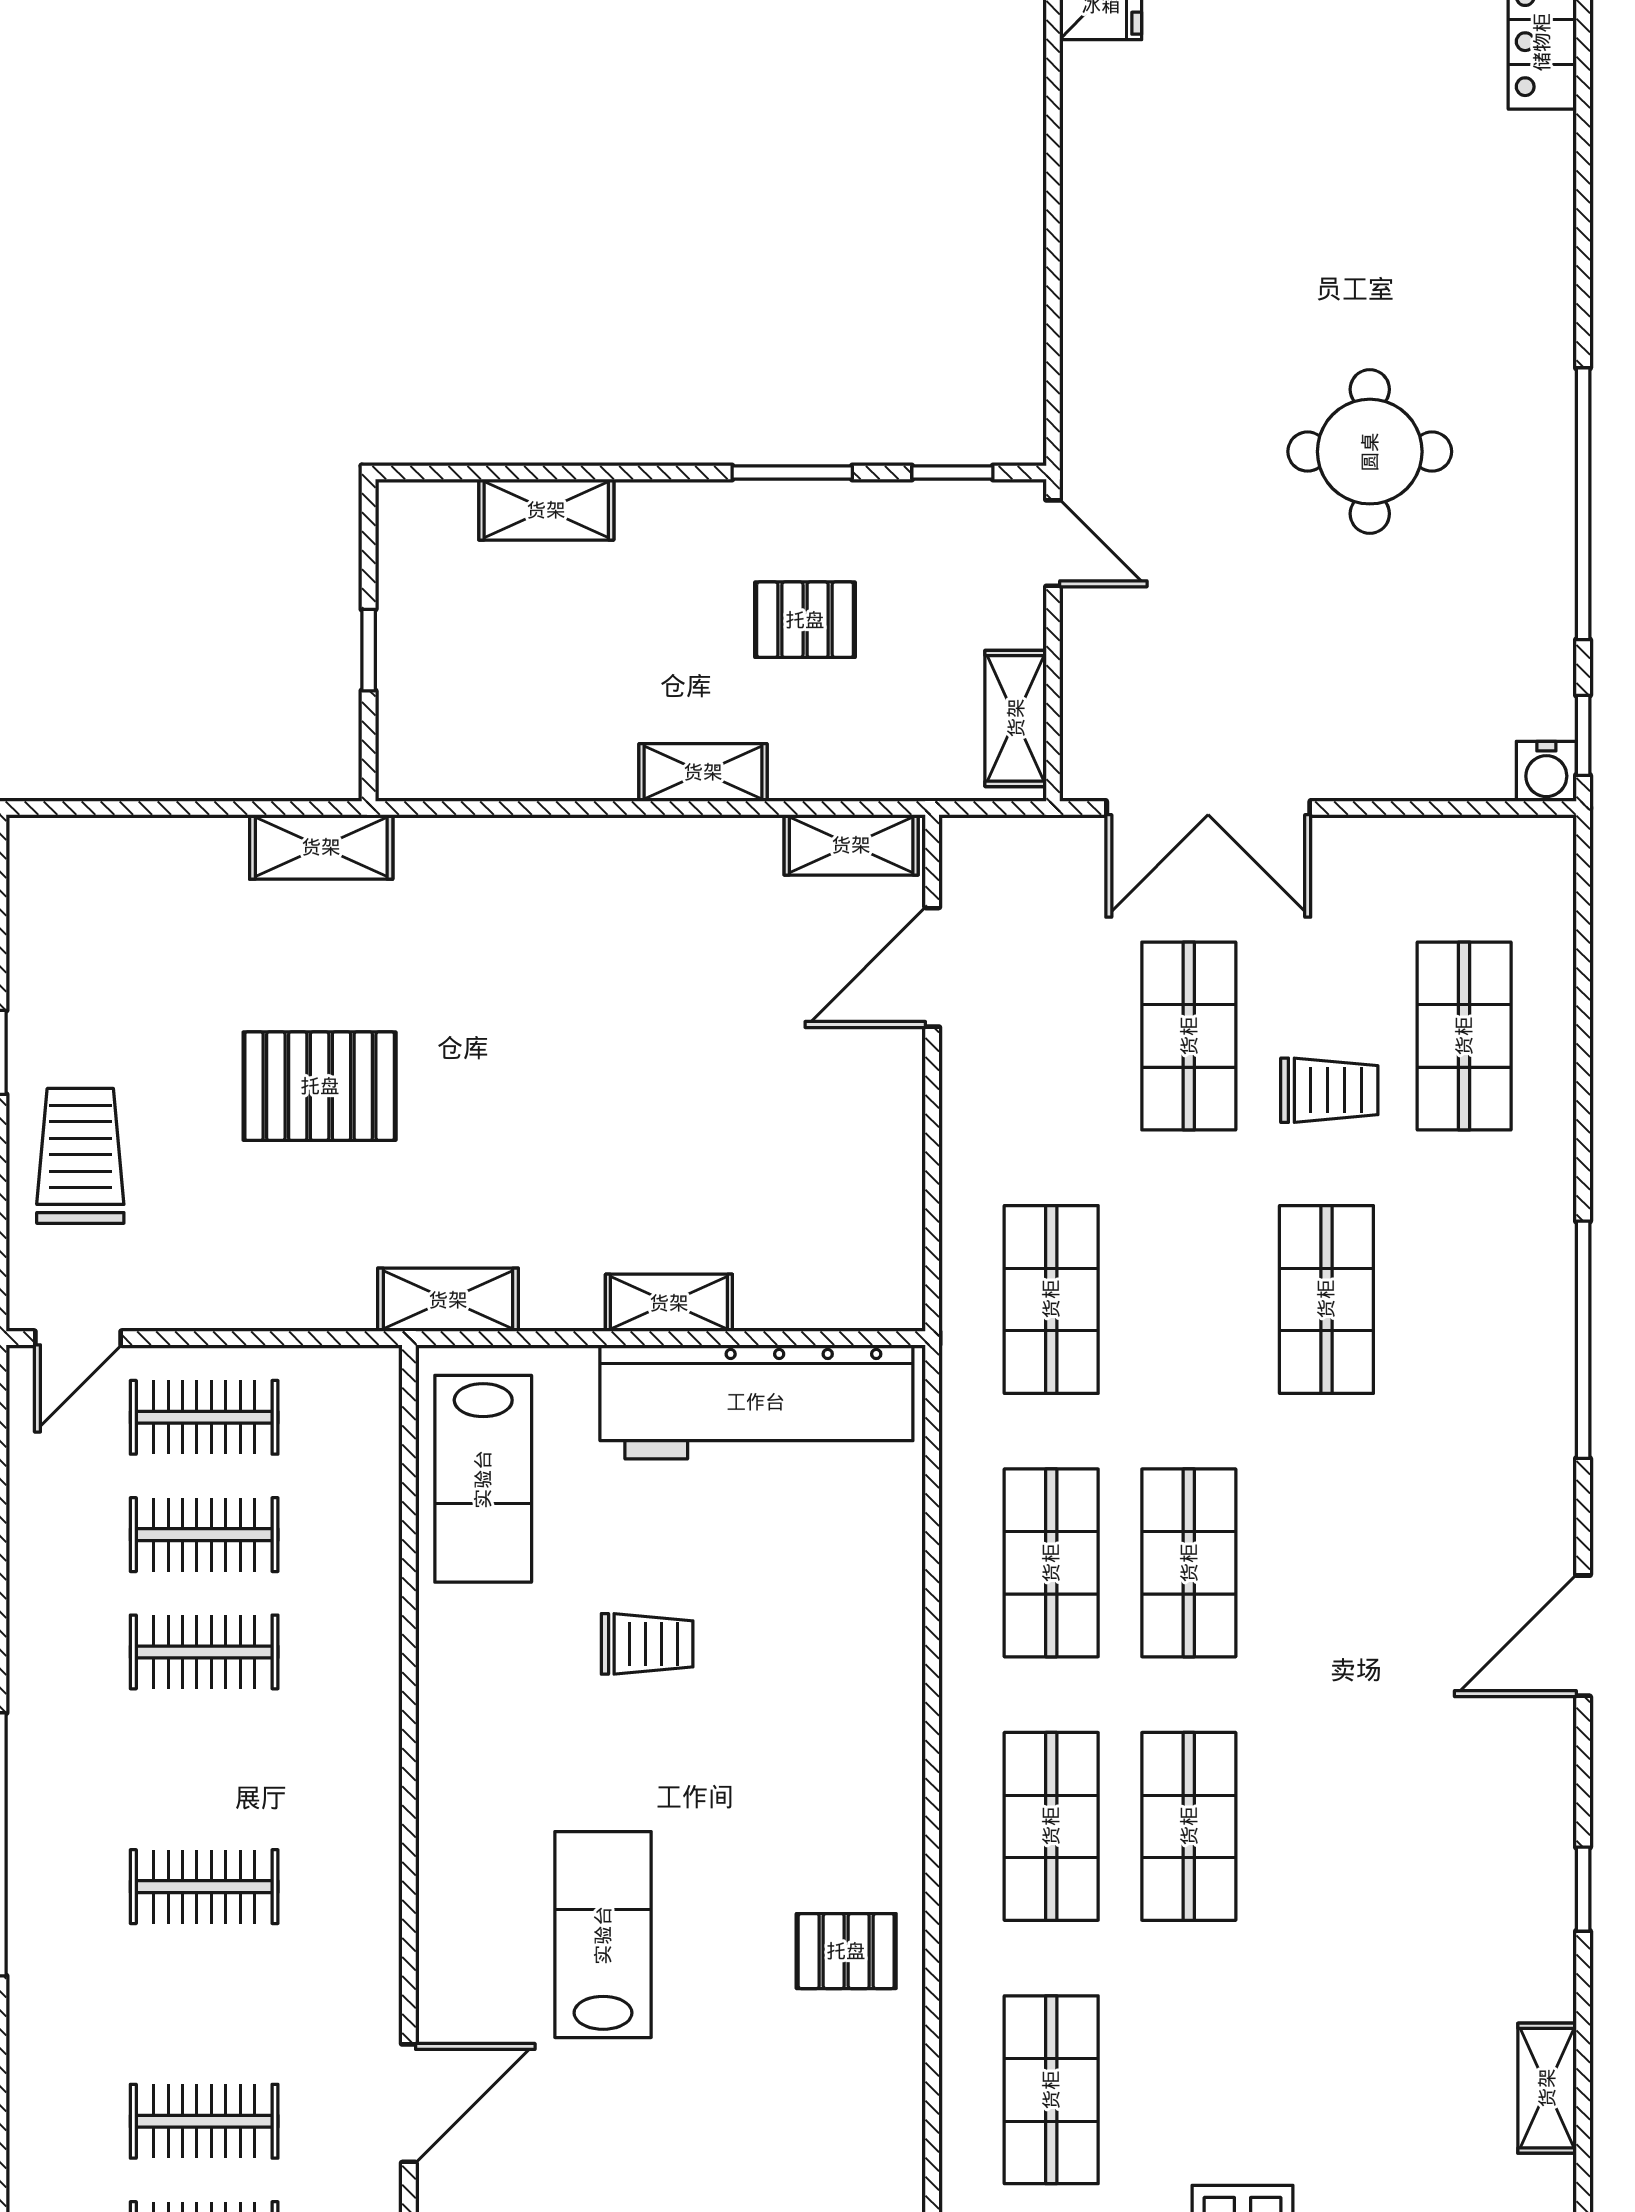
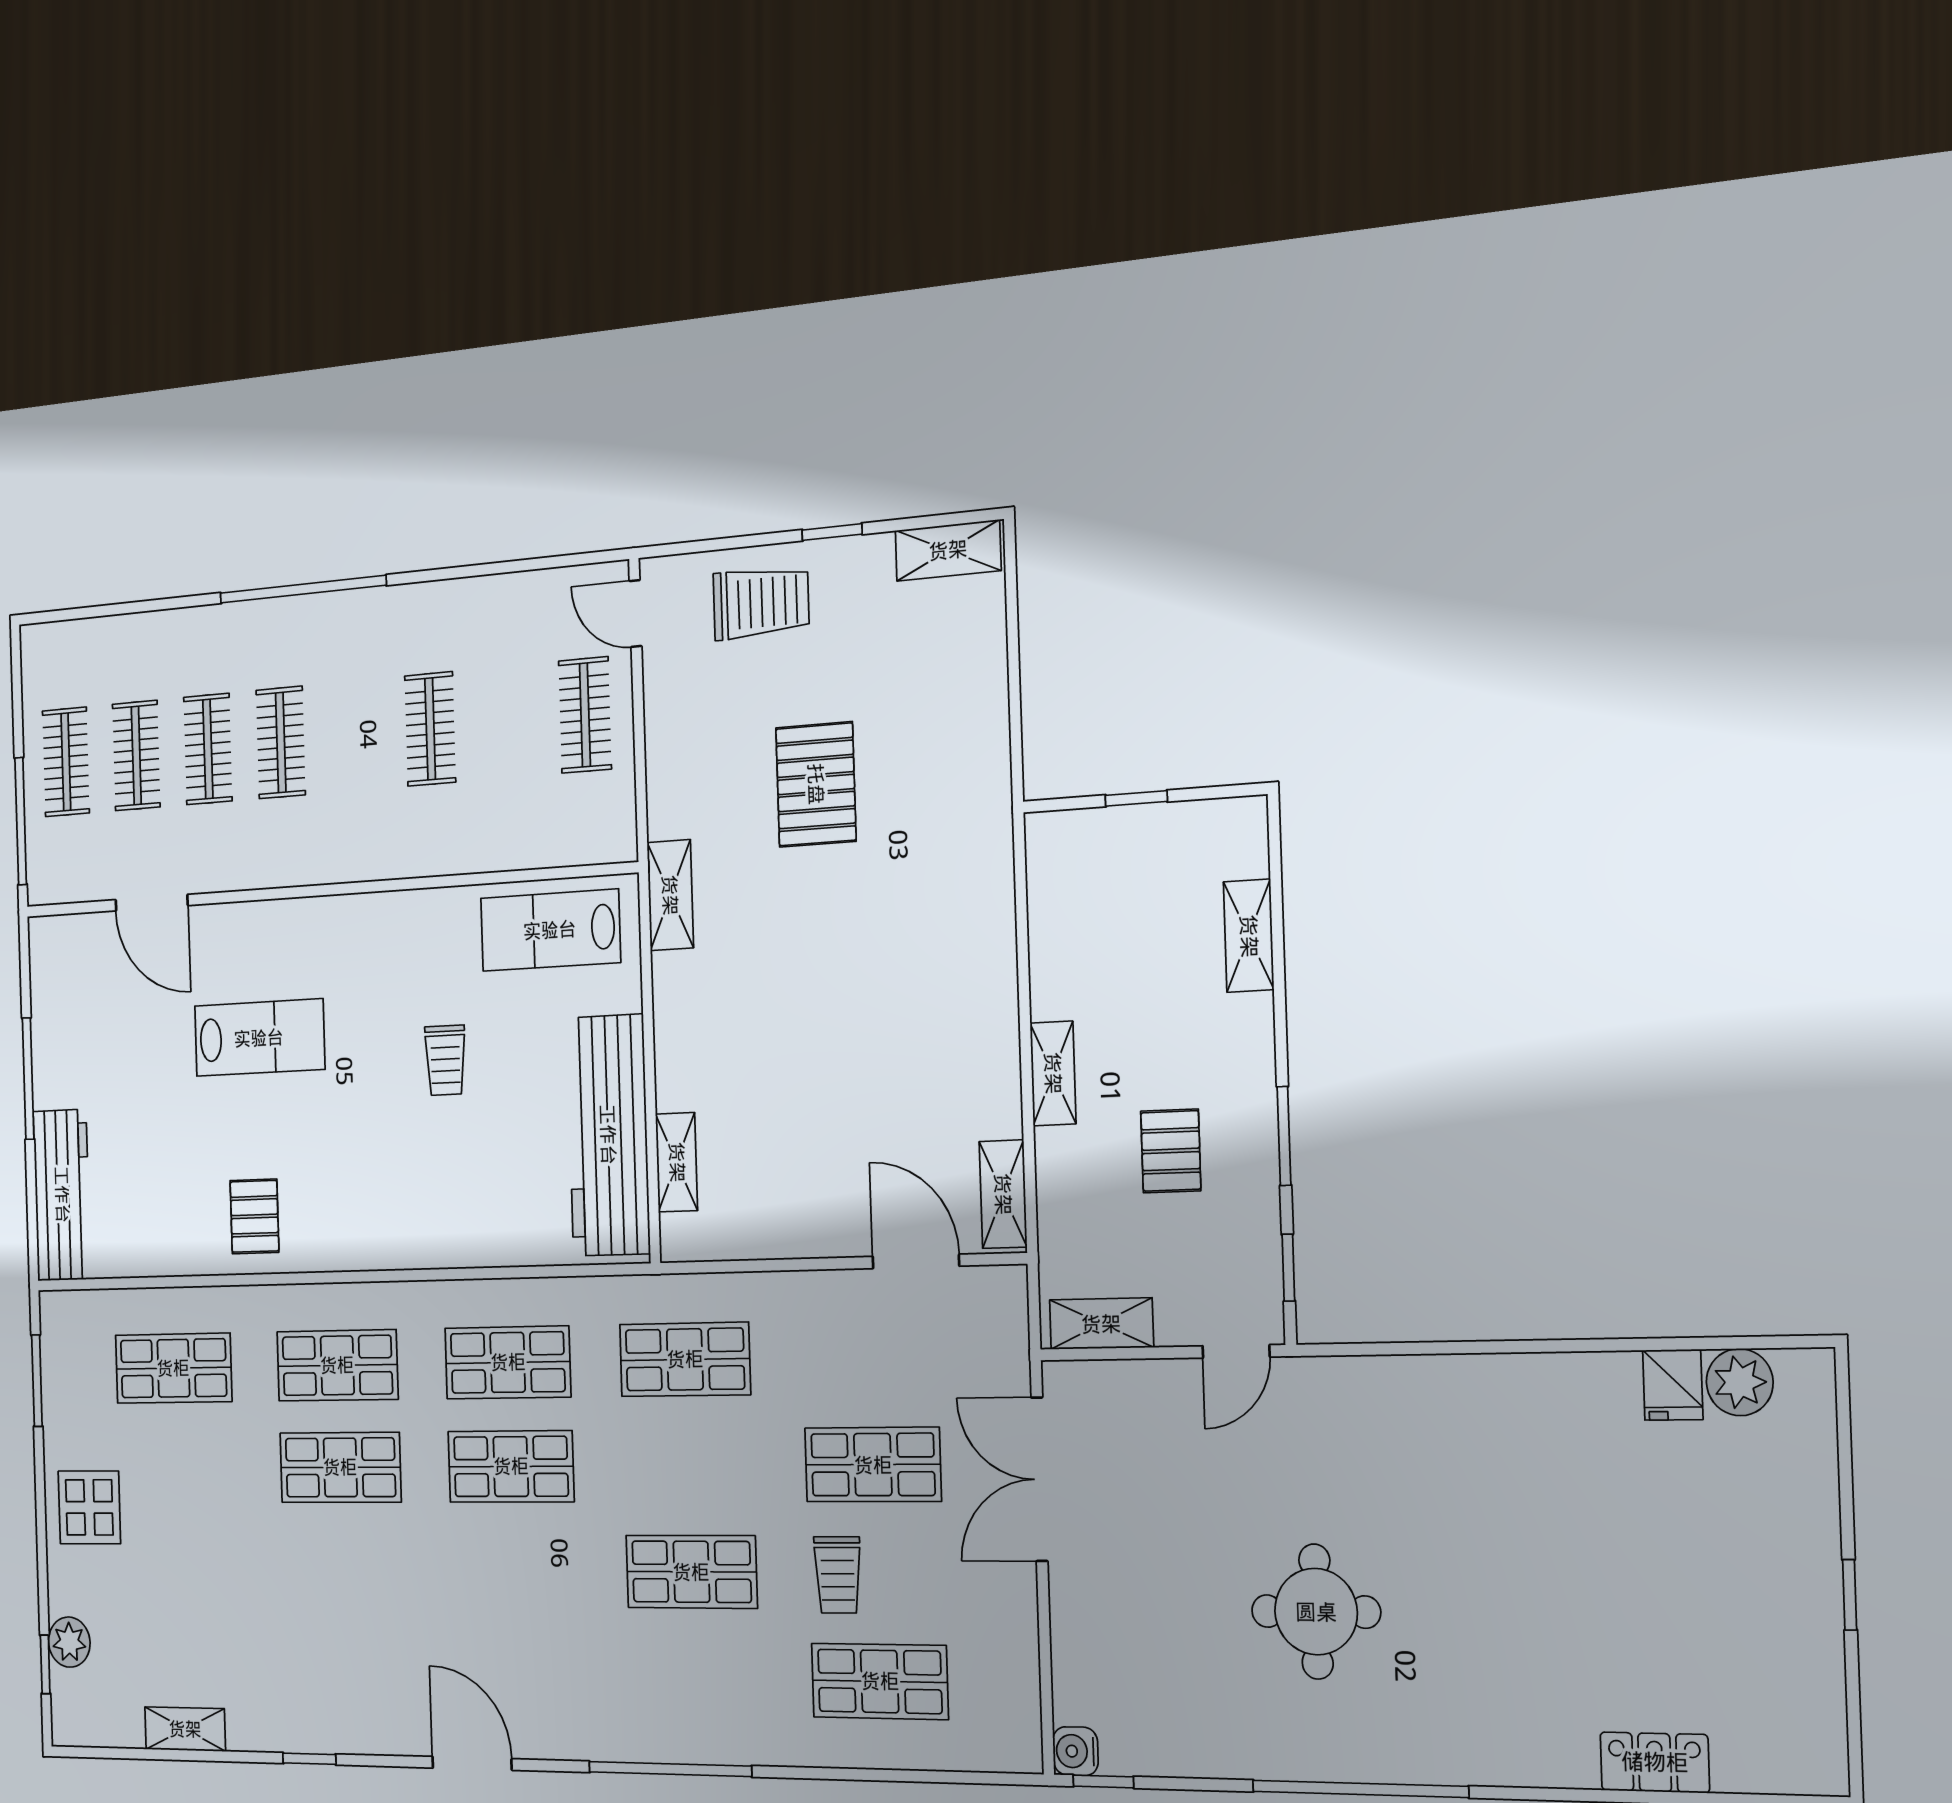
window: (1583, 504) -> (1360, 1789), moved
shelving: (321, 847) -> (948, 550), moved, turned 90
shelving: (669, 1303) -> (677, 1162), moved
clothes rail: (204, 1535) -> (208, 749), moved

